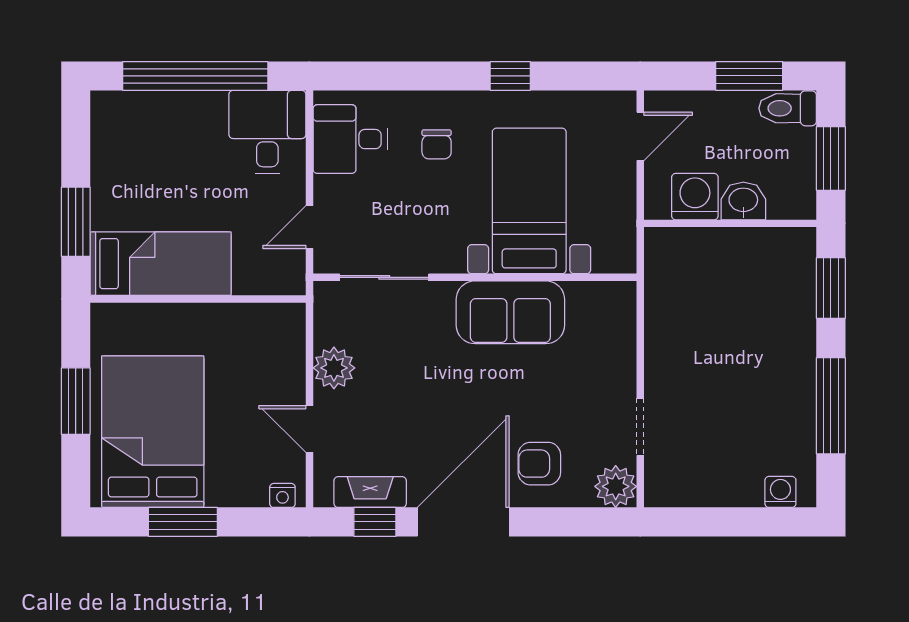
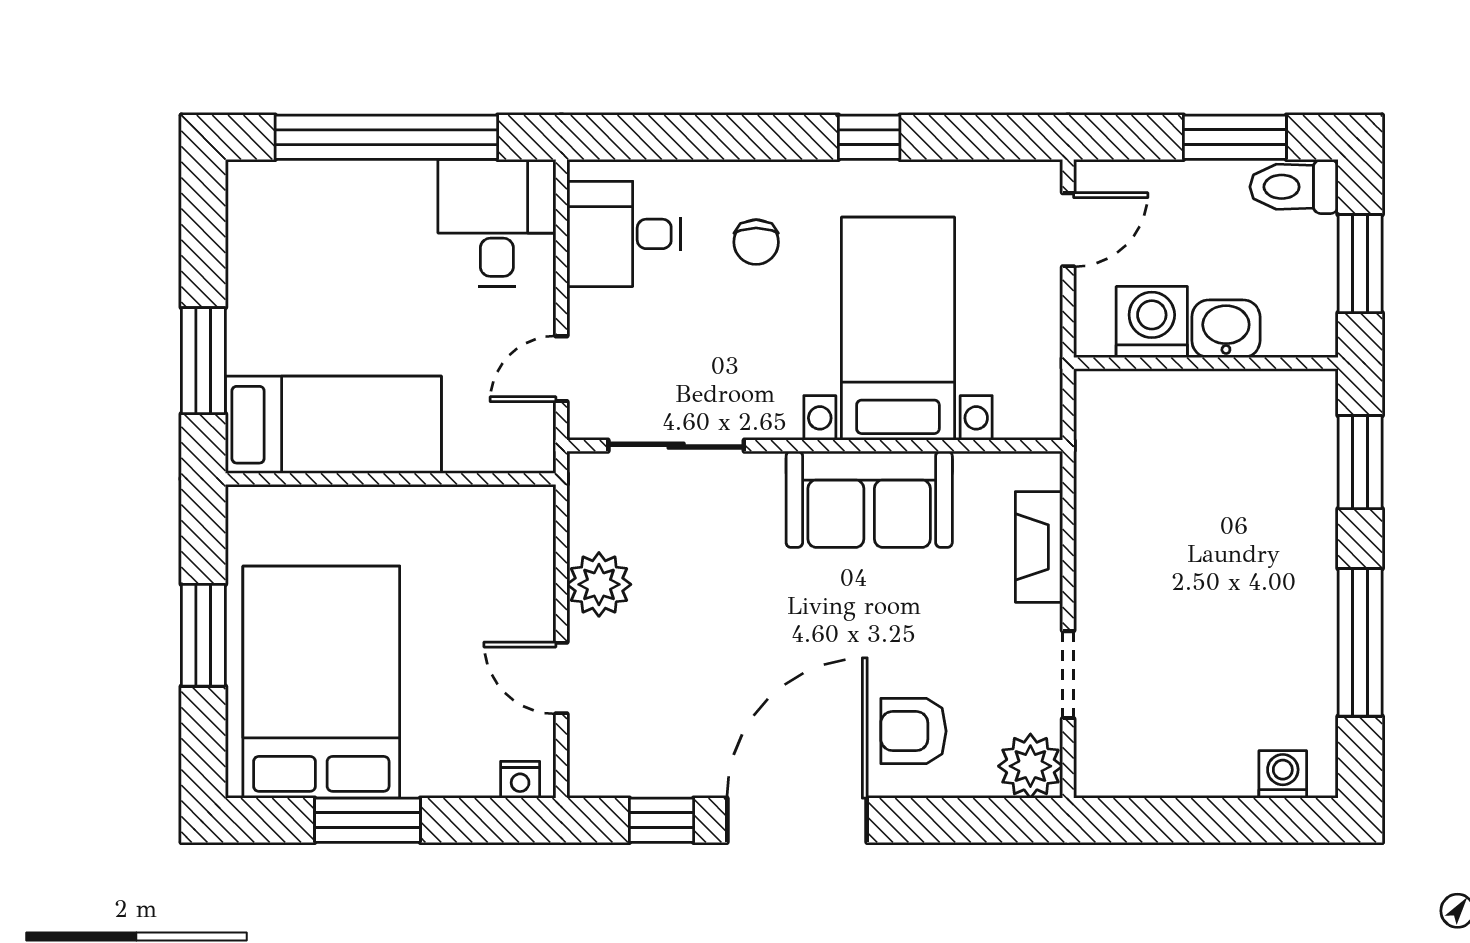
fireplace: (370, 492) -> (1039, 547), moved, turned -90

